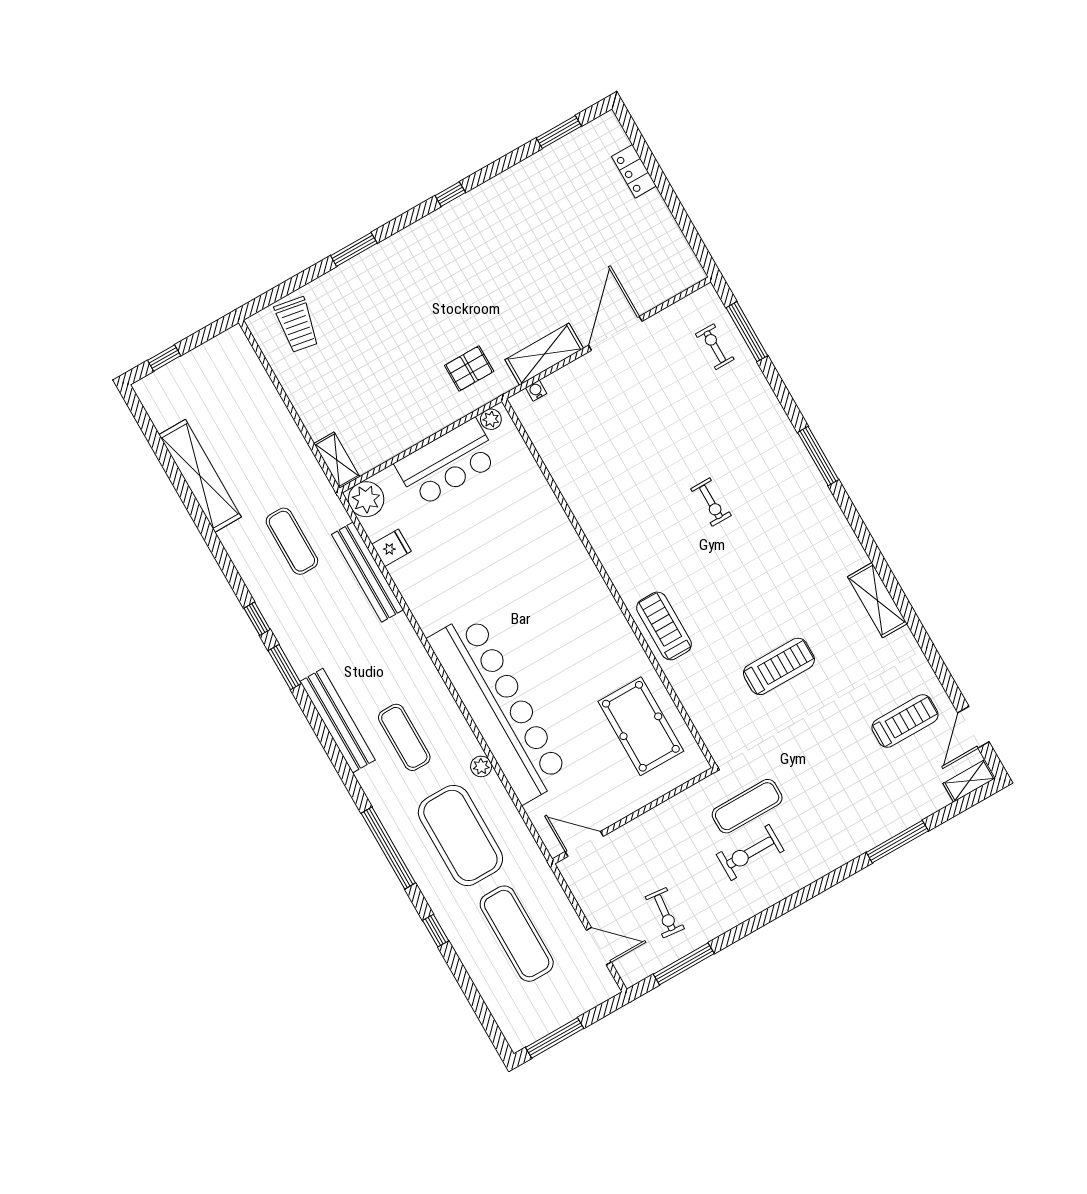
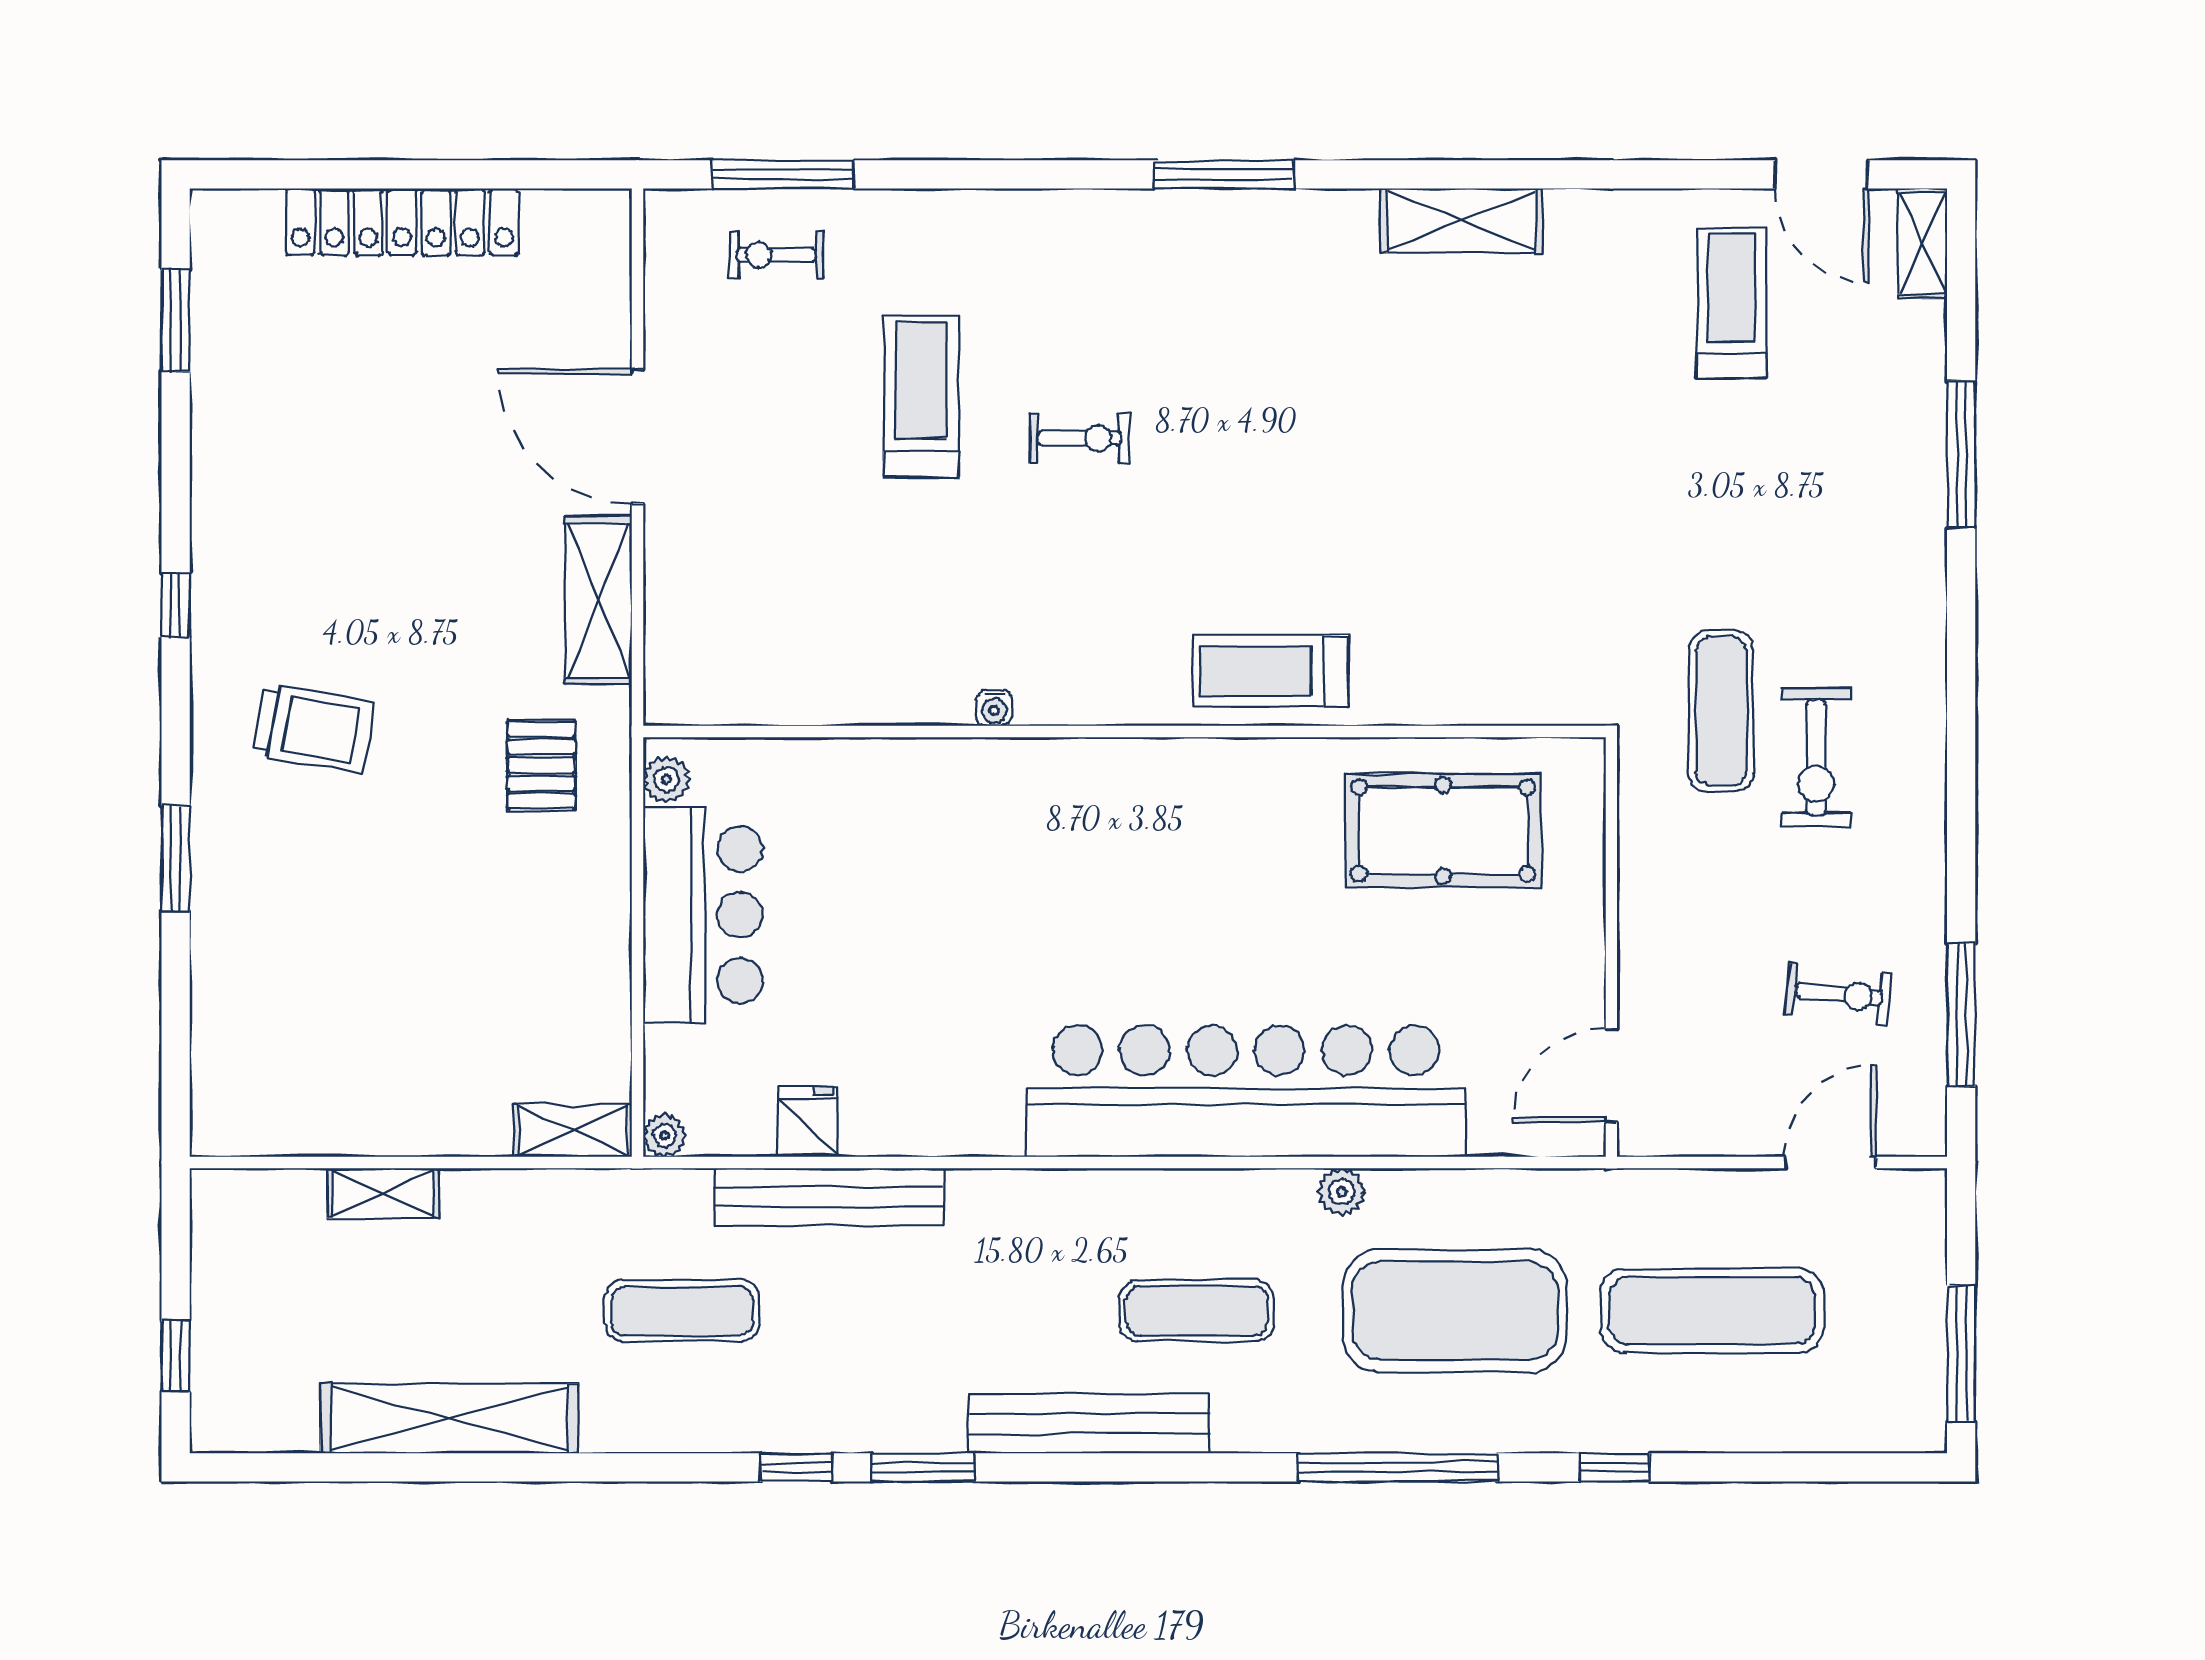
locker: (634, 171) -> (402, 222), width x2.16, depth x1.21
trolley: (297, 325) -> (313, 728), moved
water cooler: (536, 391) -> (994, 708), moved, turned -90
shelving: (271, 401) -> (383, 1193), added
window: (818, 456) -> (1224, 174), moved
plant: (366, 499) -> (664, 1135), width x0.53, depth x0.53
treadmill: (779, 666) -> (921, 396), moved

